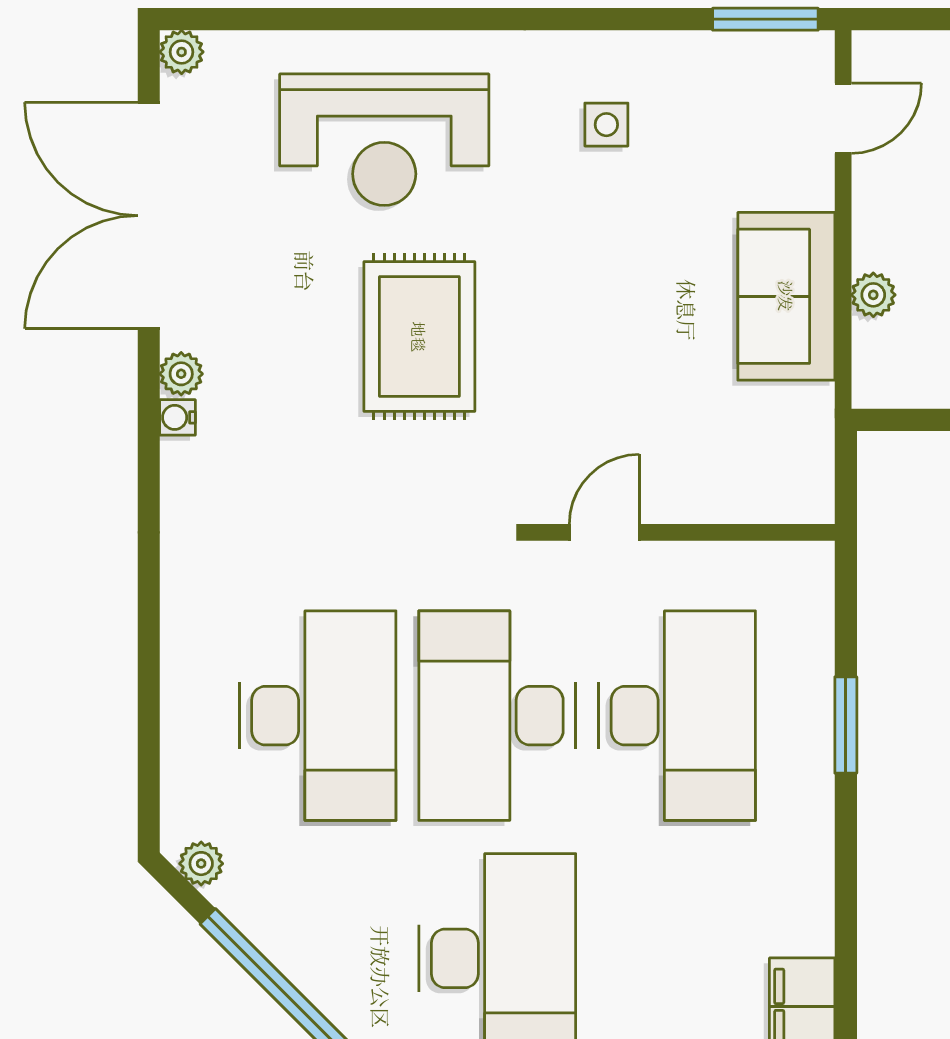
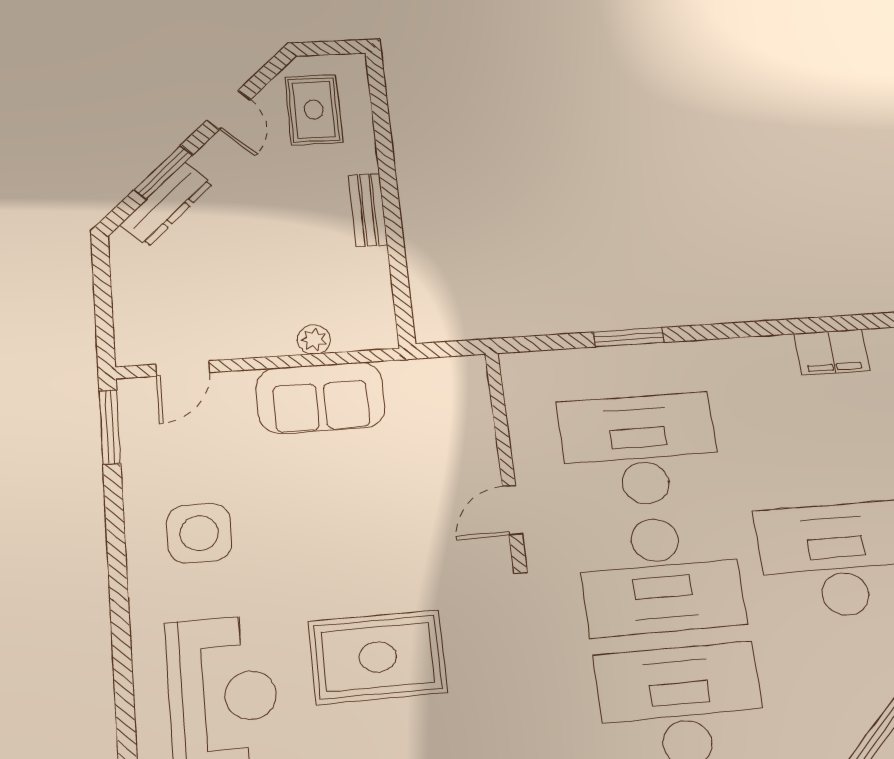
door: (843, 118) -> (183, 368), swing flipped
side table: (606, 125) -> (199, 533), width x1.87, depth x1.87
door: (604, 532) -> (512, 510), hinge flipped

